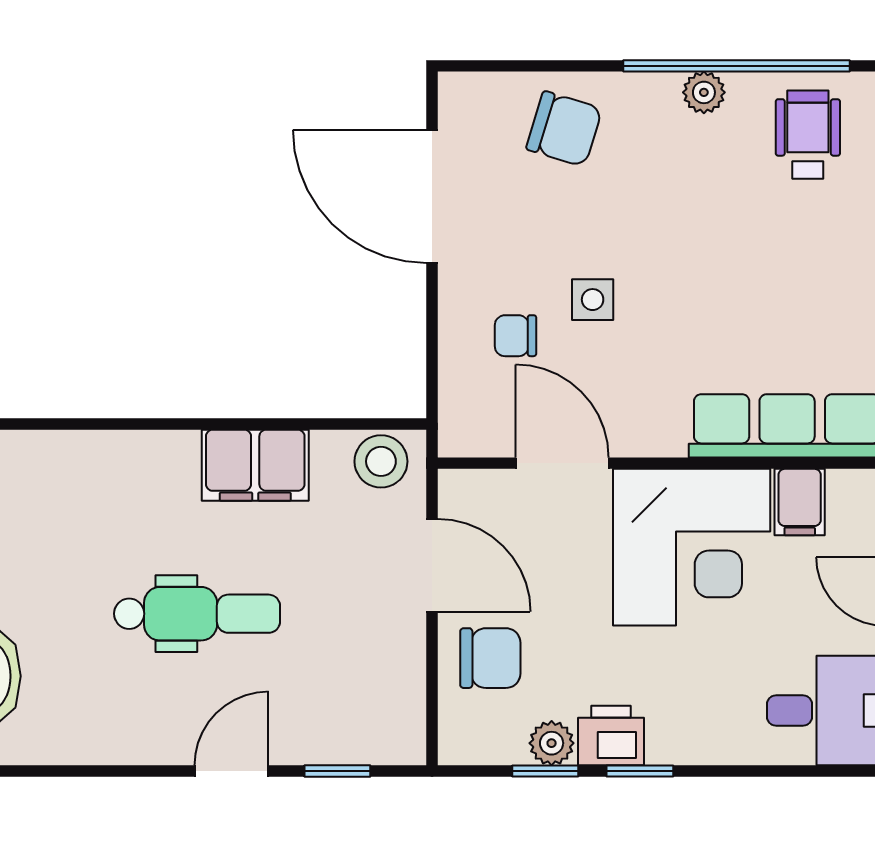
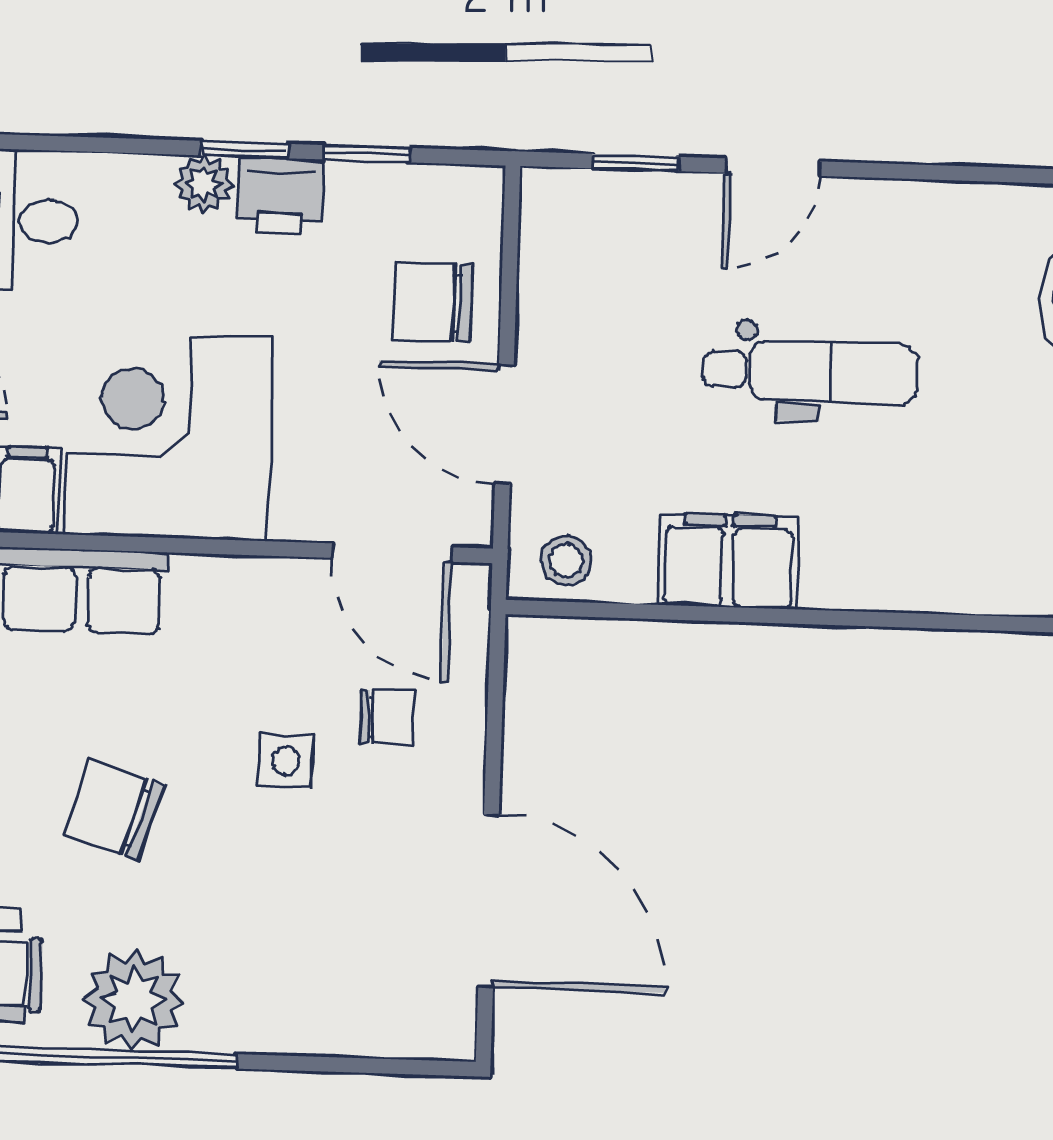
plant: (704, 92) -> (134, 1000), width x1.87, depth x1.87
chair: (564, 129) -> (114, 810), moved
stool: (381, 461) -> (566, 561), width x0.73, depth x0.73
door: (562, 463) -> (392, 553), moved
dental chair: (197, 614) -> (810, 372), turned 180
plant: (552, 743) -> (204, 184), moved

